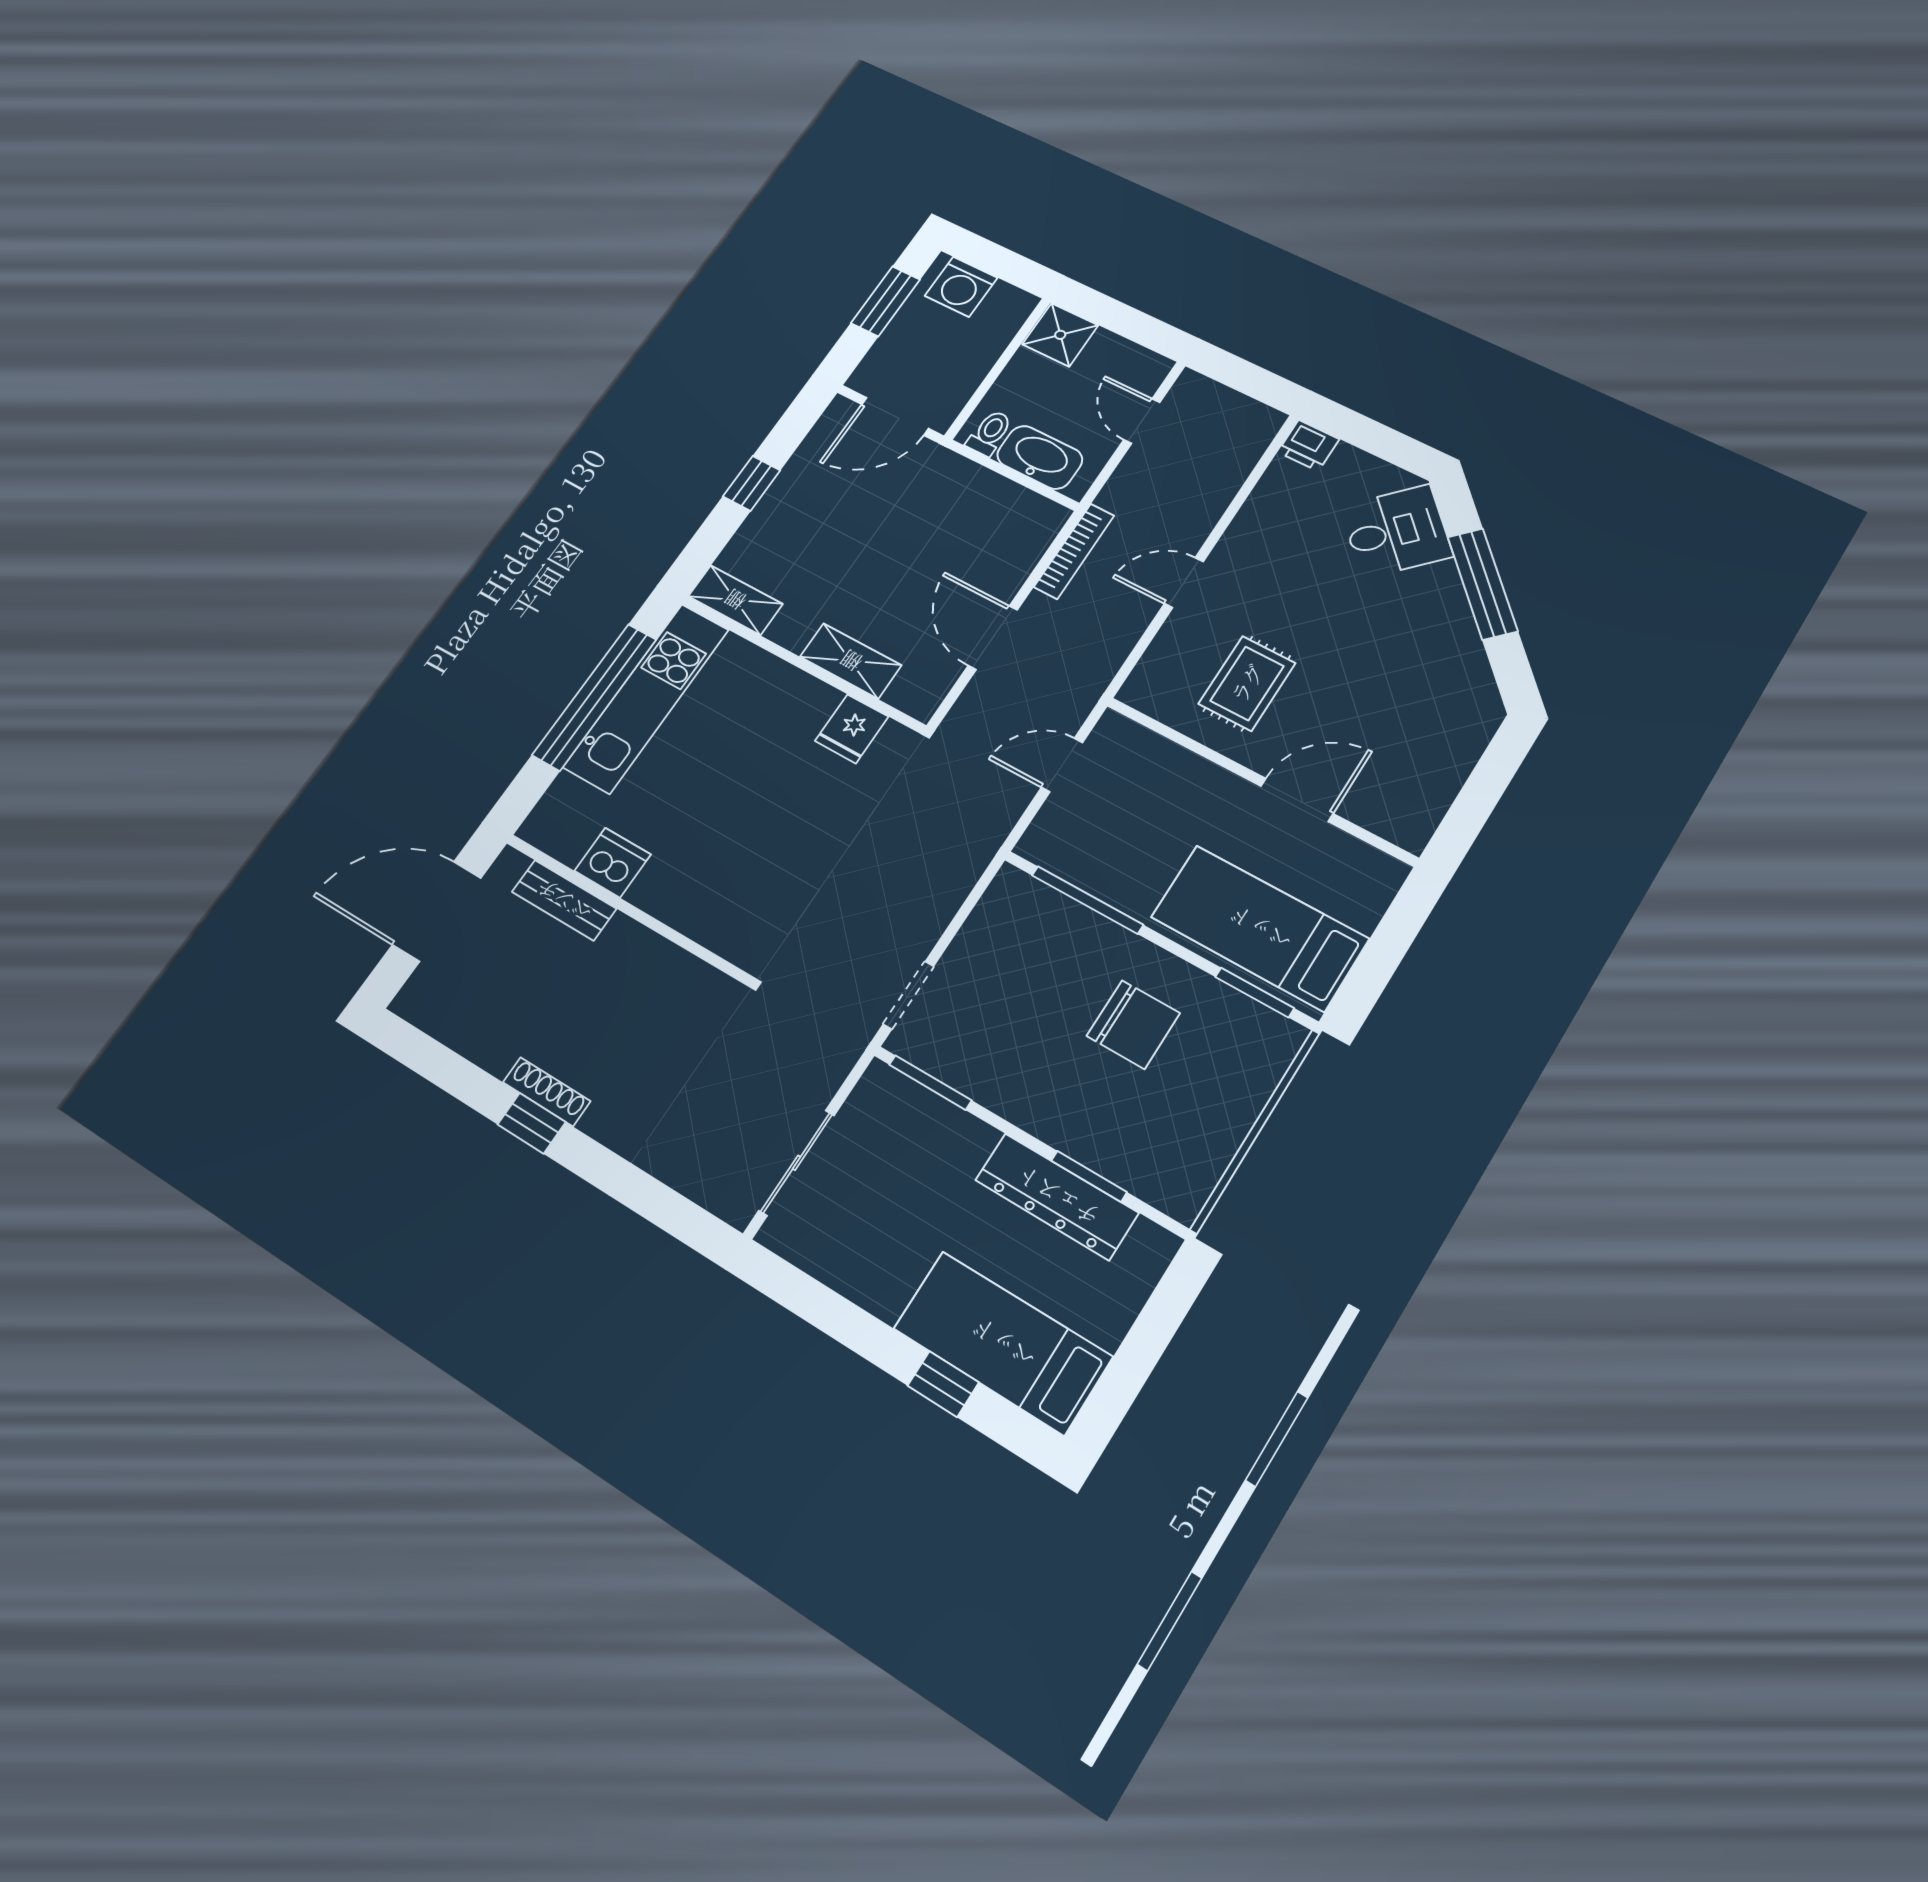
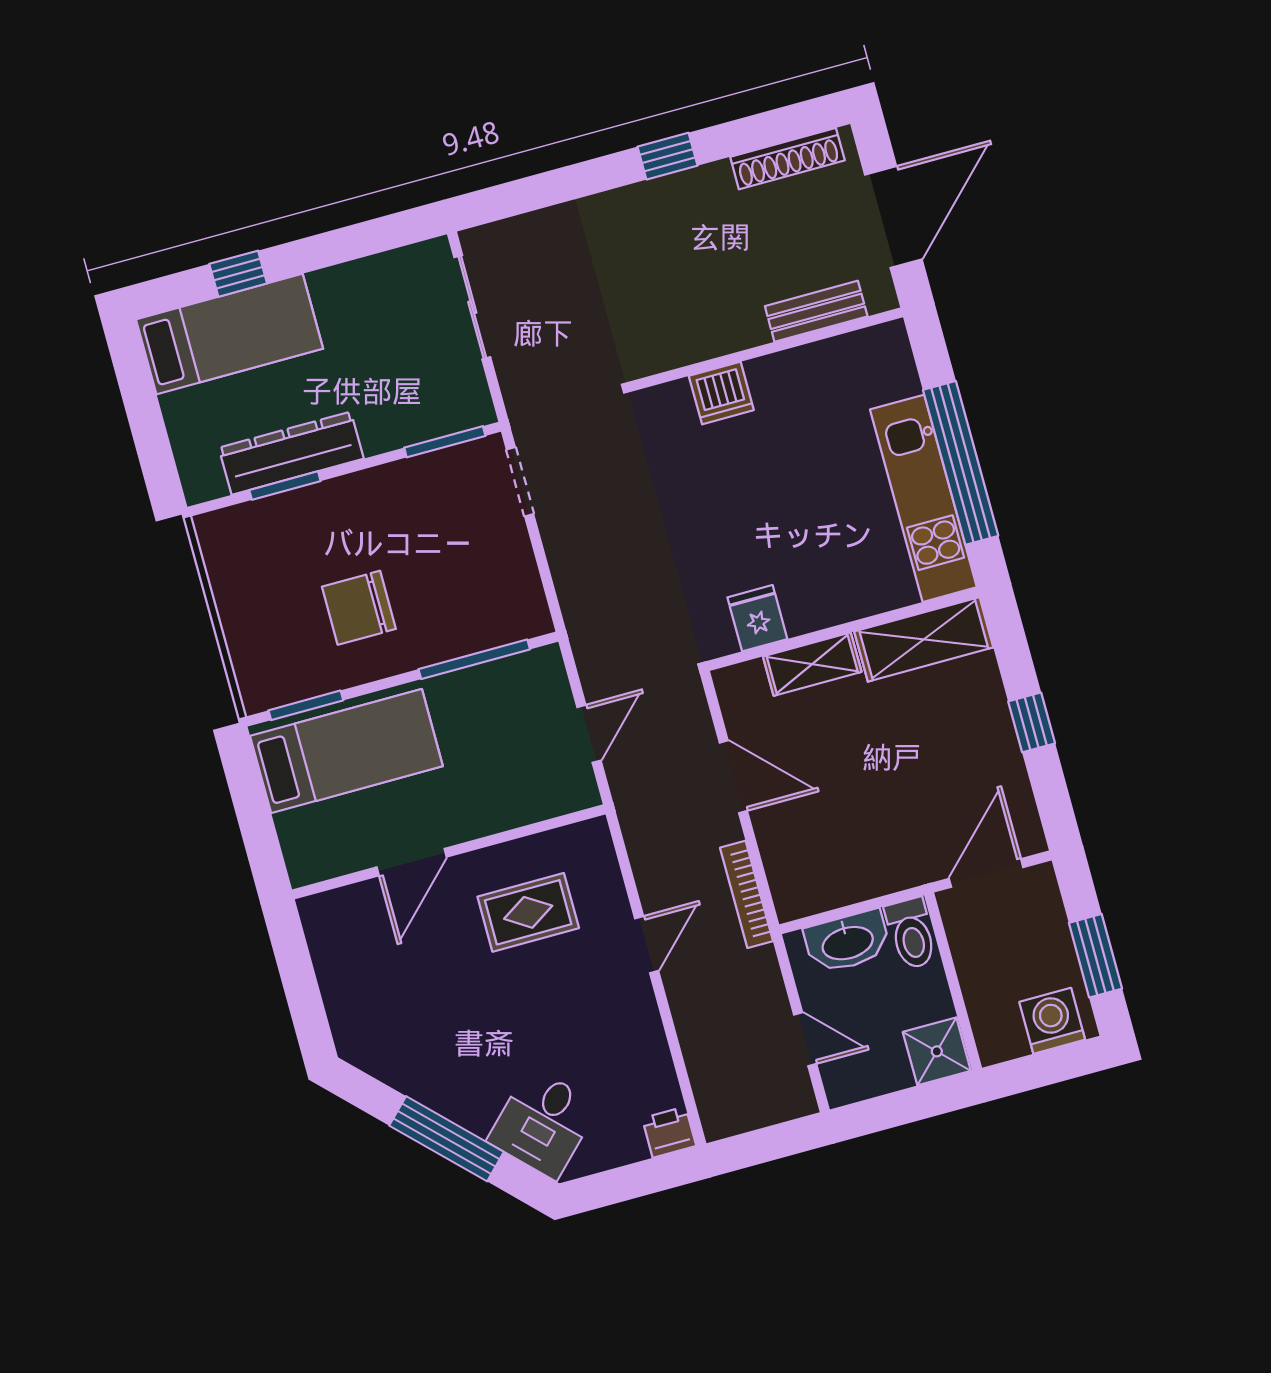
toilet: (990, 433) -> (911, 933), width x1.37, depth x1.39
shelving: (735, 600) -> (924, 639), width x1.50, depth x1.33
rug: (1247, 683) -> (528, 912), turned 90
dishwasher: (613, 863) -> (721, 393), moved
shoe rack: (547, 1092) -> (787, 159), moved, width x1.36, depth x1.24

